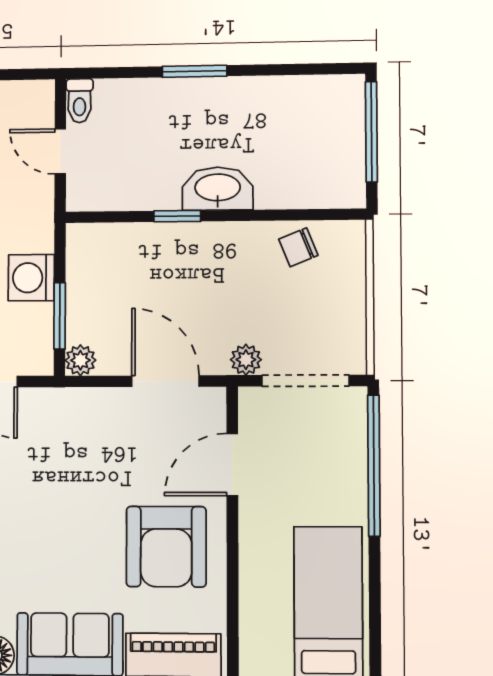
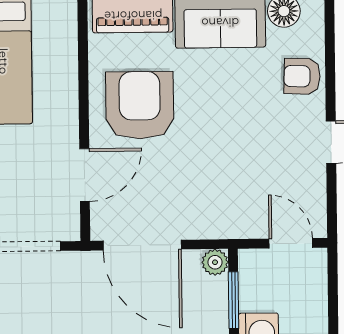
plant: (246, 360) -> (74, 264), removed
door: (165, 381) -> (142, 245), width x1.36

